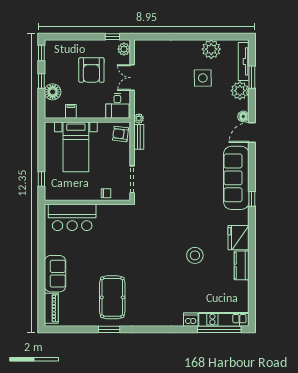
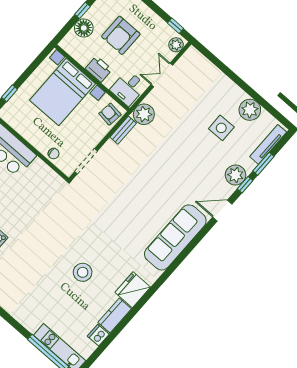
armchair: (91, 70) -> (121, 35), moved
plant: (240, 91) -> (236, 175), moved
filing cabinet: (71, 111) -> (85, 58), removed
printer: (87, 111) -> (99, 69), added
floor lamp: (243, 116) -> (227, 191), removed
plant: (139, 118) -> (144, 114), width x1.87, depth x1.87
bed with nightstands: (76, 147) -> (62, 92), width x1.36
window: (252, 199) -> (245, 185), moved
dishwasher: (191, 320) -> (98, 335), moved, turned -90

